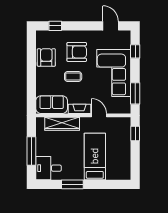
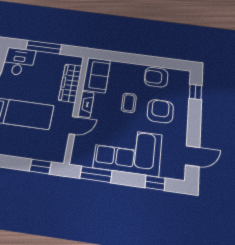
armchair: (77, 52) -> (160, 111), turned 180
armchair: (46, 57) -> (156, 77), turned 180

